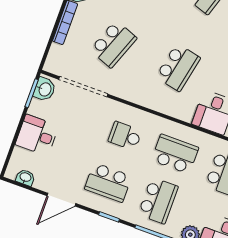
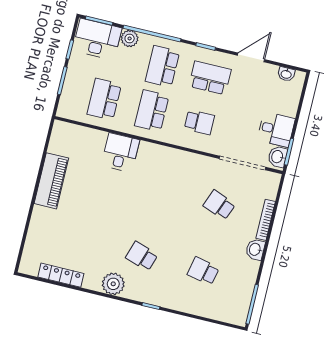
school desk: (113, 44) -> (219, 205), width x0.54
school desk: (178, 67) -> (158, 190), removed
desk: (37, 135) -> (276, 129), moved
school desk: (175, 154) -> (152, 111), turned 90

